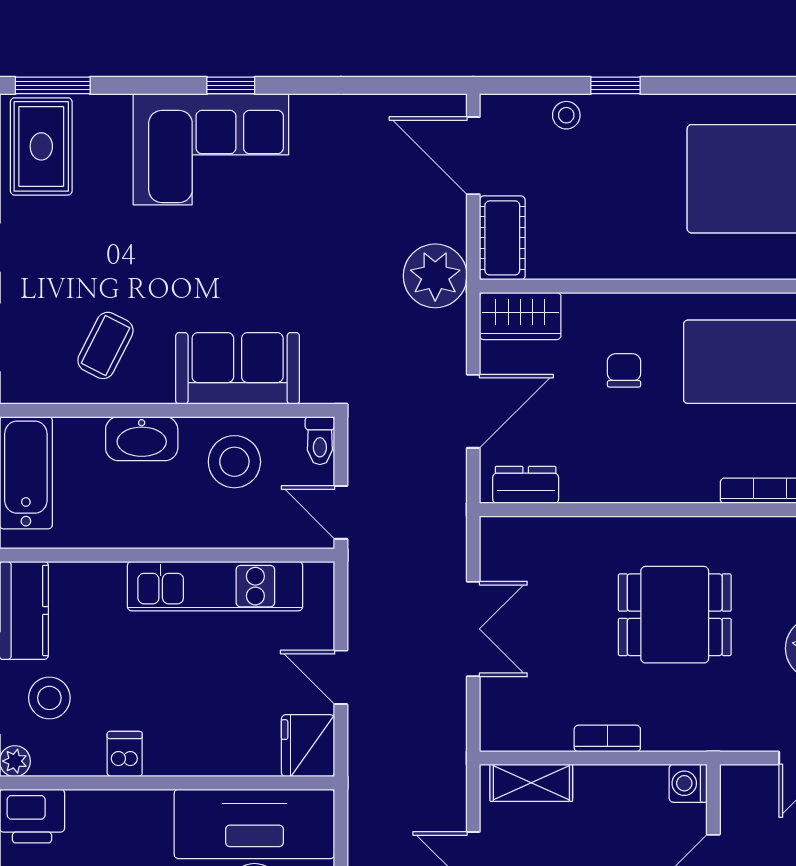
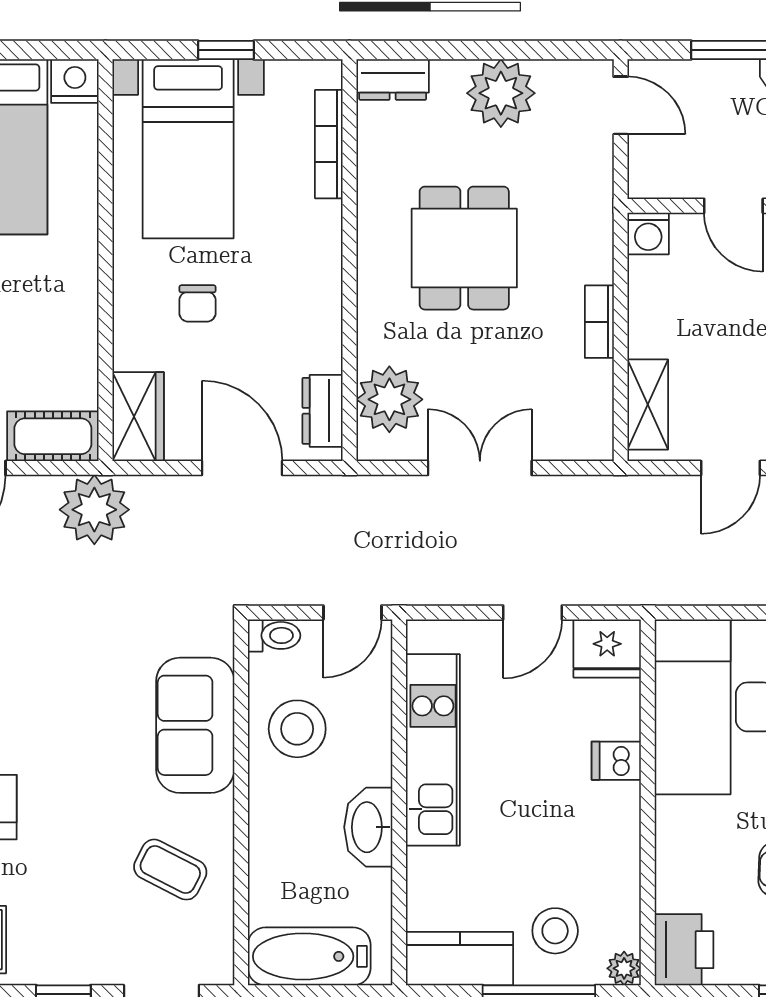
chair: (624, 370) -> (197, 303), turned -90
washbasin: (142, 439) -> (368, 827), moved, turned 180
plant: (536, 546) -> (389, 399), added
dishwasher: (125, 754) -> (616, 761), moved

